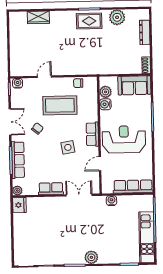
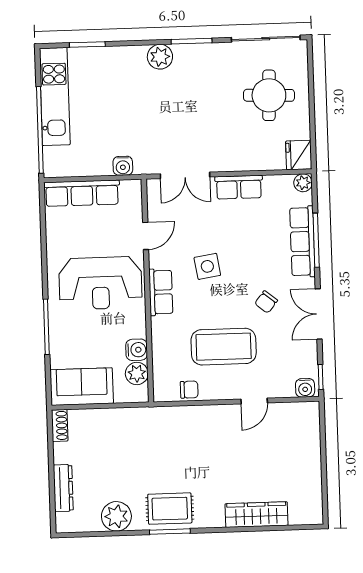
wardrobe: (38, 17) -> (257, 515), width x1.50
round table: (35, 236) -> (269, 95), added

